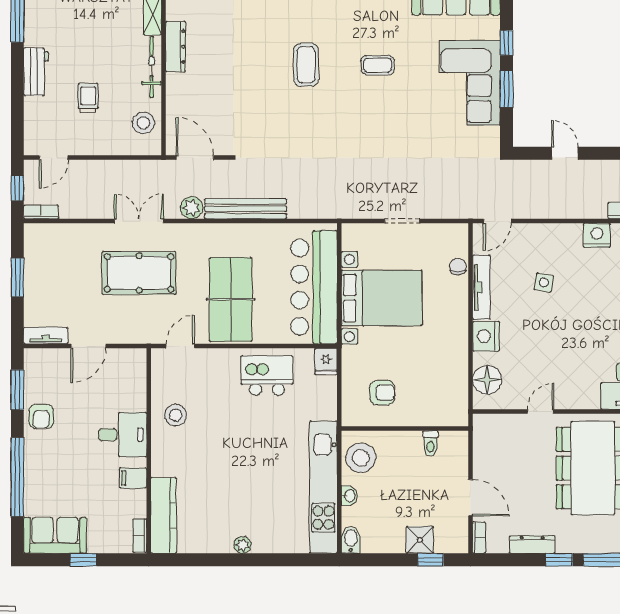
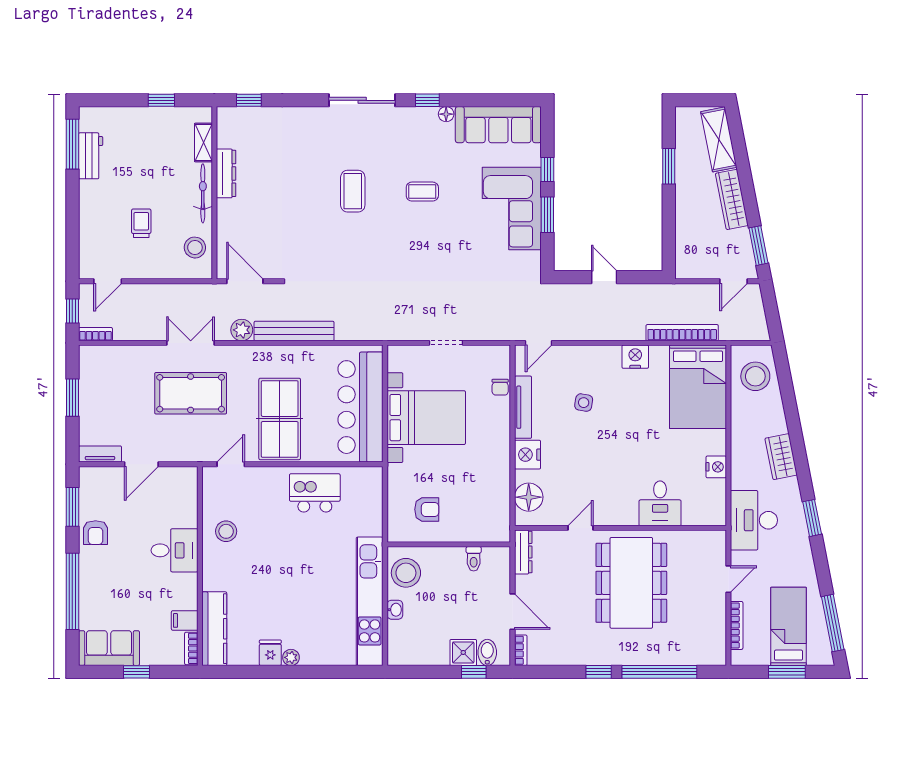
workbench: (36, 72) -> (91, 156), moved
chair: (458, 267) -> (500, 387), turned 180
fridge: (326, 361) -> (270, 653), moved, turned 180
filing cabinet: (133, 478) -> (185, 620), moved
bidet: (351, 540) -> (487, 652), moved
dresser: (532, 545) -> (523, 552), moved, turned 90

